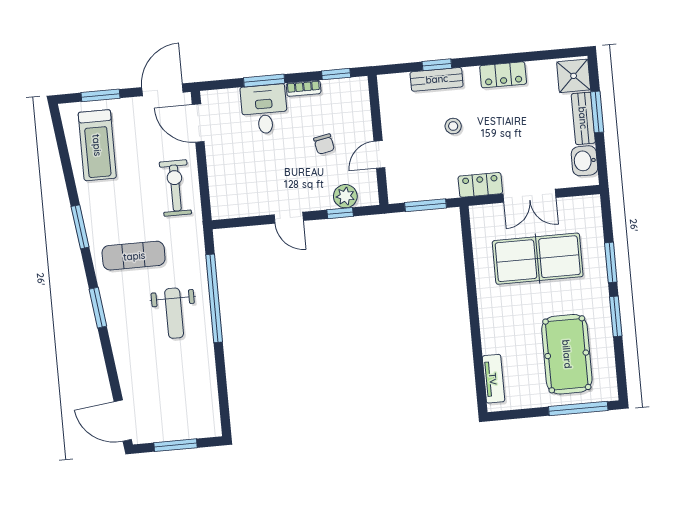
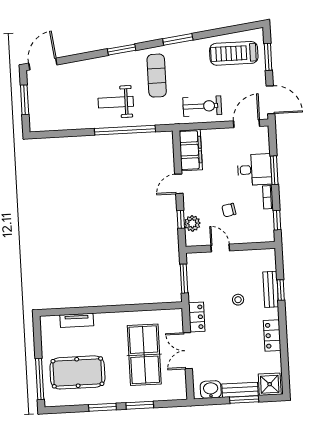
filing cabinet: (239, 202) -> (191, 150), added
tv unit: (493, 379) -> (77, 320), moved

